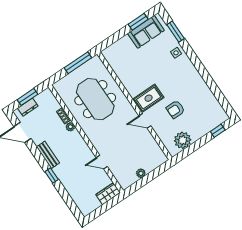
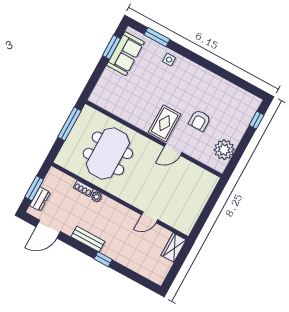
meeting table: (95, 99) -> (108, 153), turned 90
plant: (141, 173) -> (197, 208), removed

